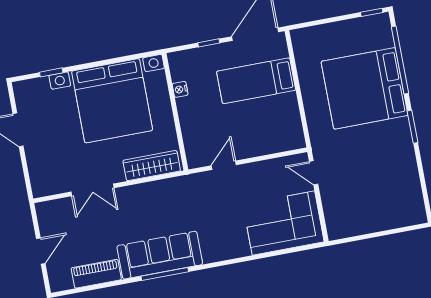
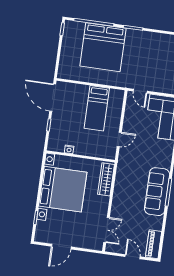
bed: (256, 81) -> (97, 108), moved
door: (224, 165) -> (119, 139), swing flipped
door: (314, 173) -> (140, 91), hinge flipped
double door: (92, 190) -> (107, 230), moved
piano: (96, 274) -> (154, 244), moved

